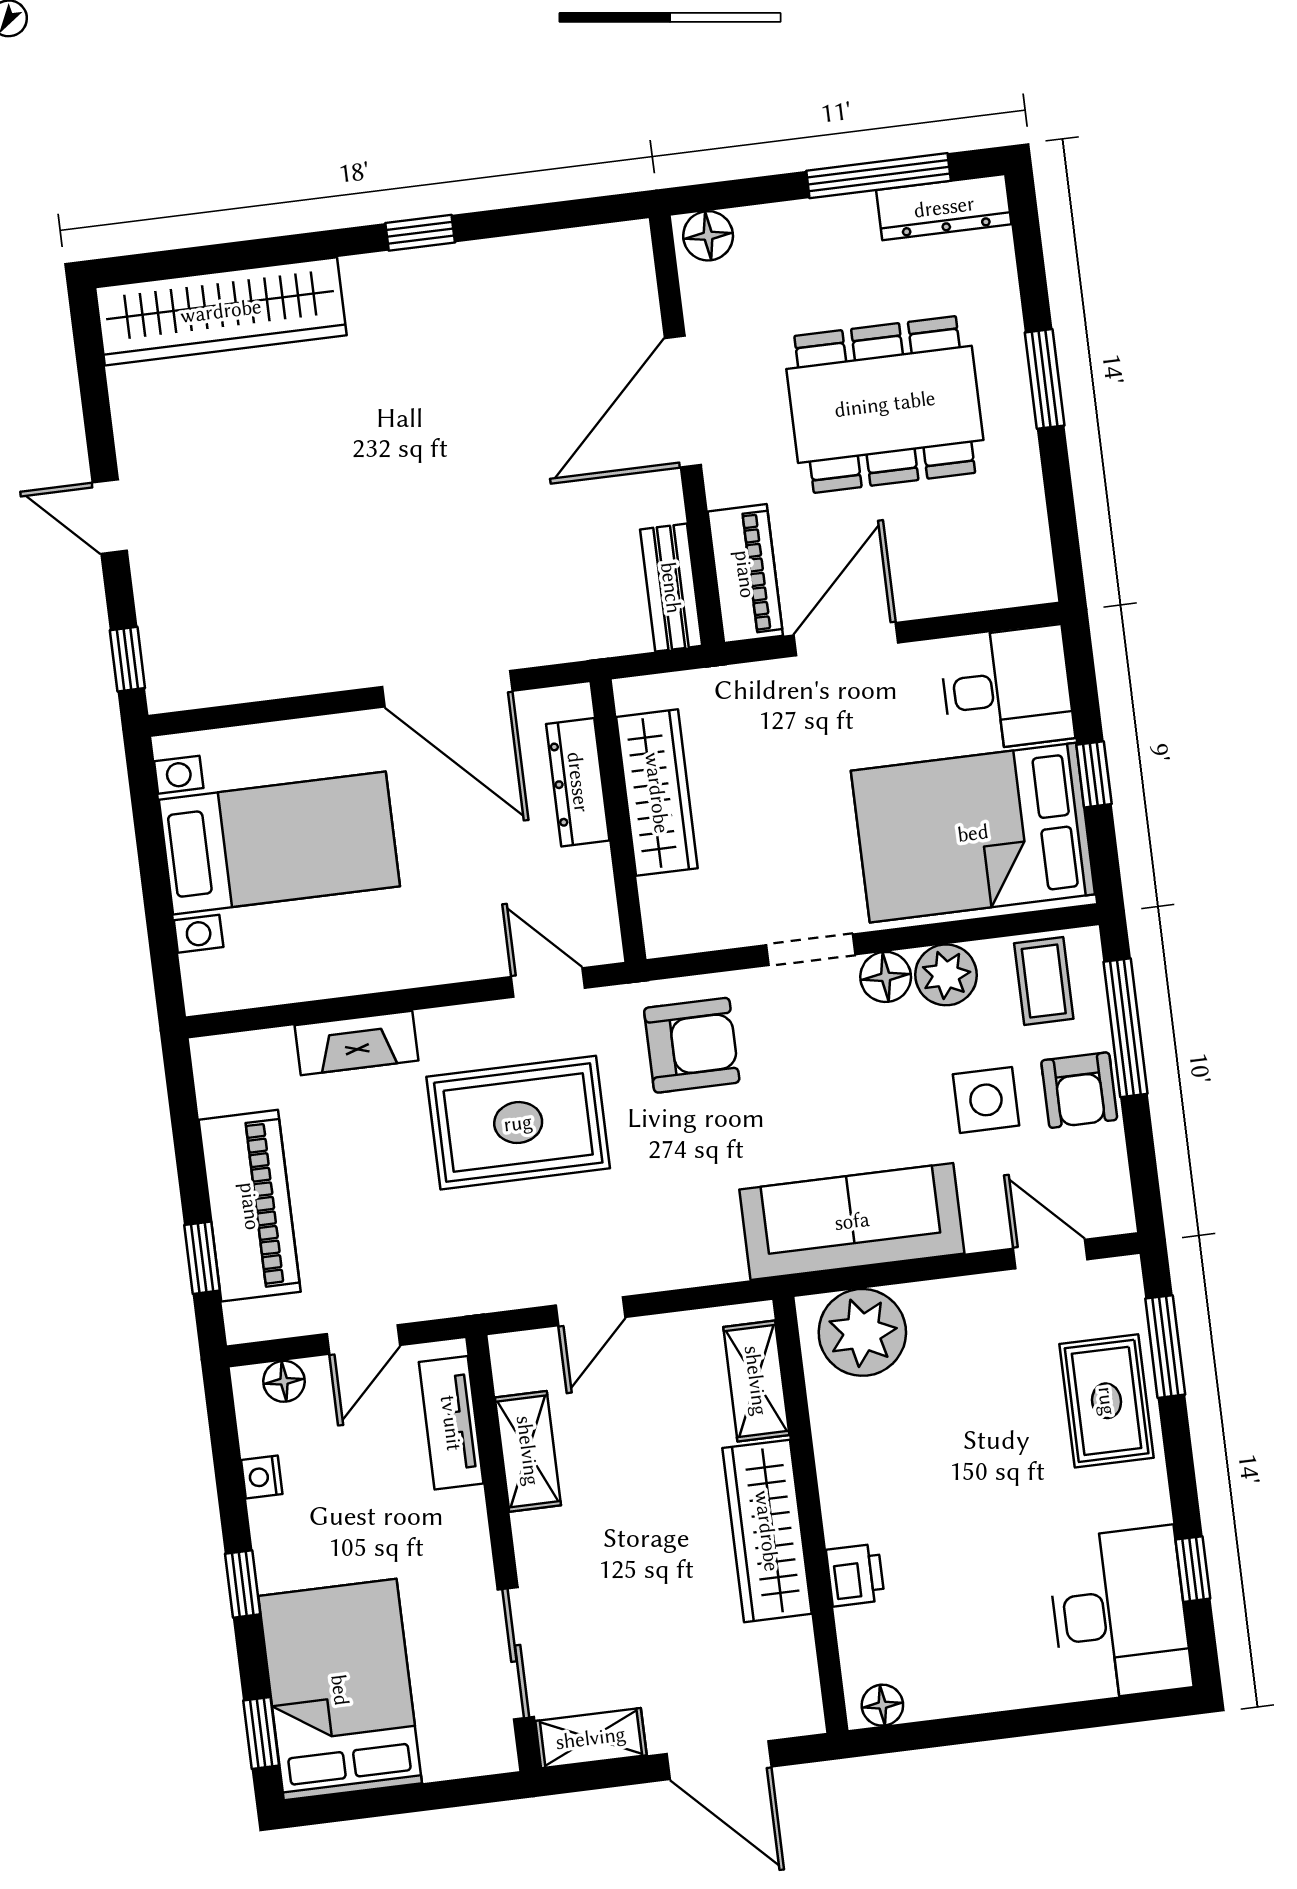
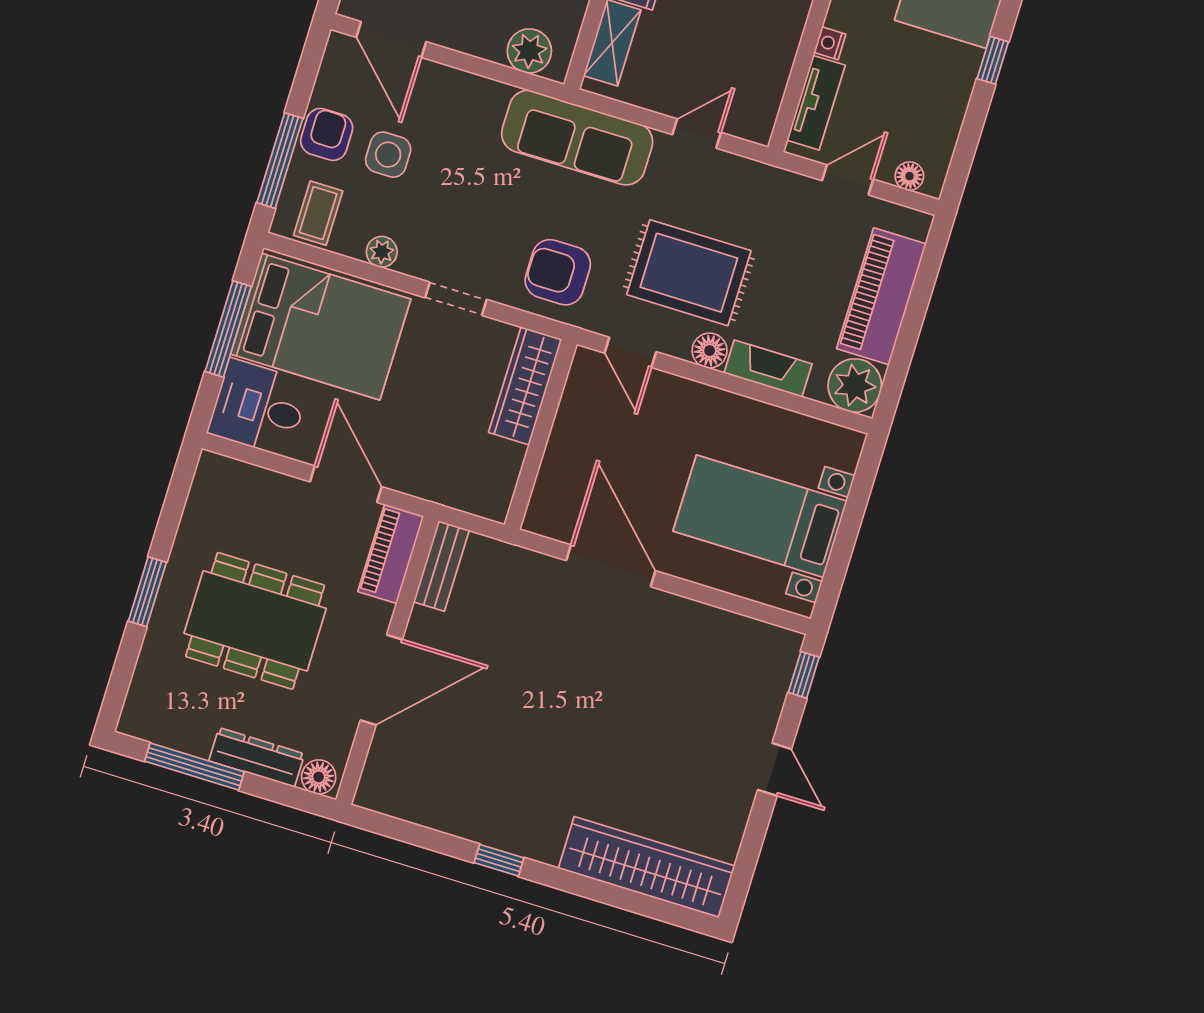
dresser: (944, 207) -> (257, 757), moved
door: (846, 639) -> (346, 484), swing flipped
window: (1094, 774) -> (228, 329), width x2.17
dresser: (578, 782) -> (555, 470), removed
wardrobe: (657, 793) -> (525, 386), moved
plant: (946, 975) -> (382, 252), width x0.73, depth x0.73
floor lamp: (886, 977) -> (710, 351), moved
plant: (232, 1072) -> (855, 385), added
sofa: (852, 1221) -> (577, 138), moved
door: (1050, 1254) -> (391, 39), width x1.38
window: (202, 1258) -> (926, 277), removed
plant: (862, 1332) -> (529, 51), width x0.73, depth x0.73
shelving: (528, 1451) -> (776, 63), removed
nightstand: (262, 1477) -> (830, 43), moved, turned 180

